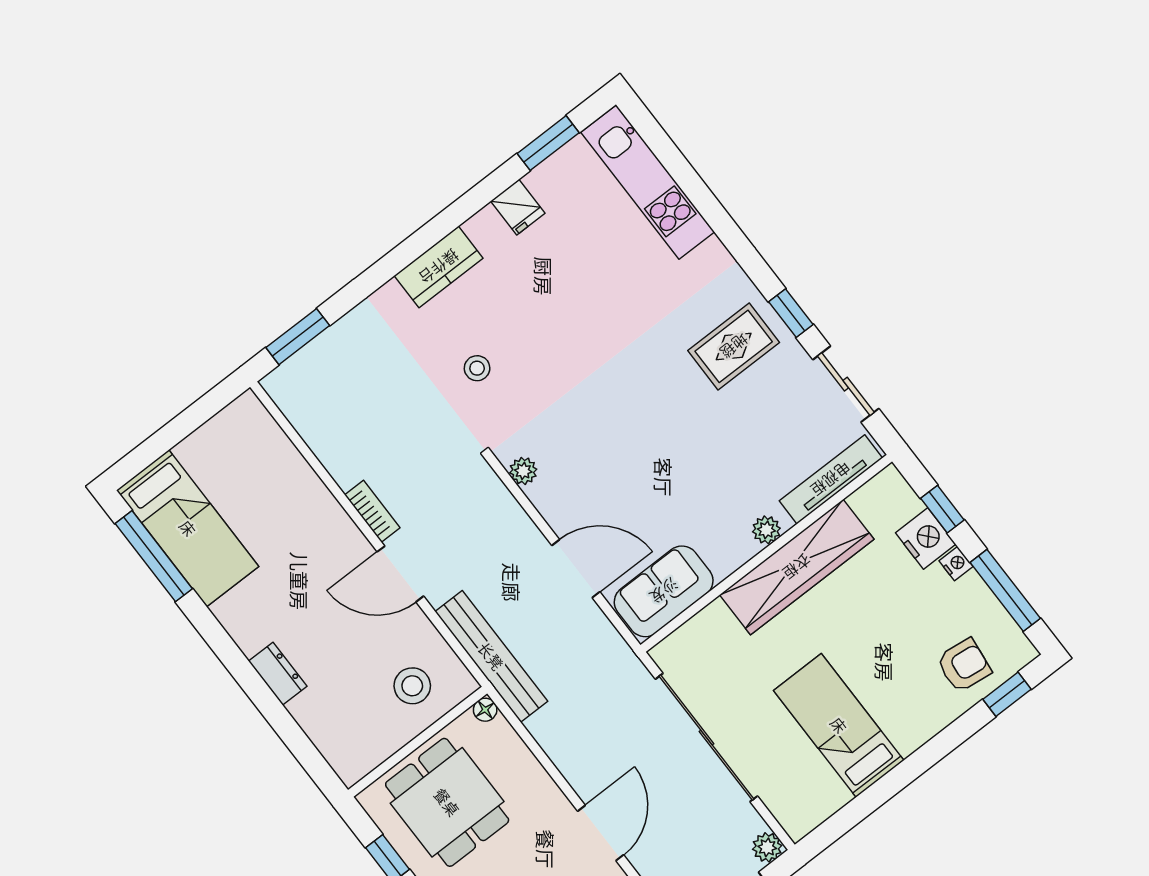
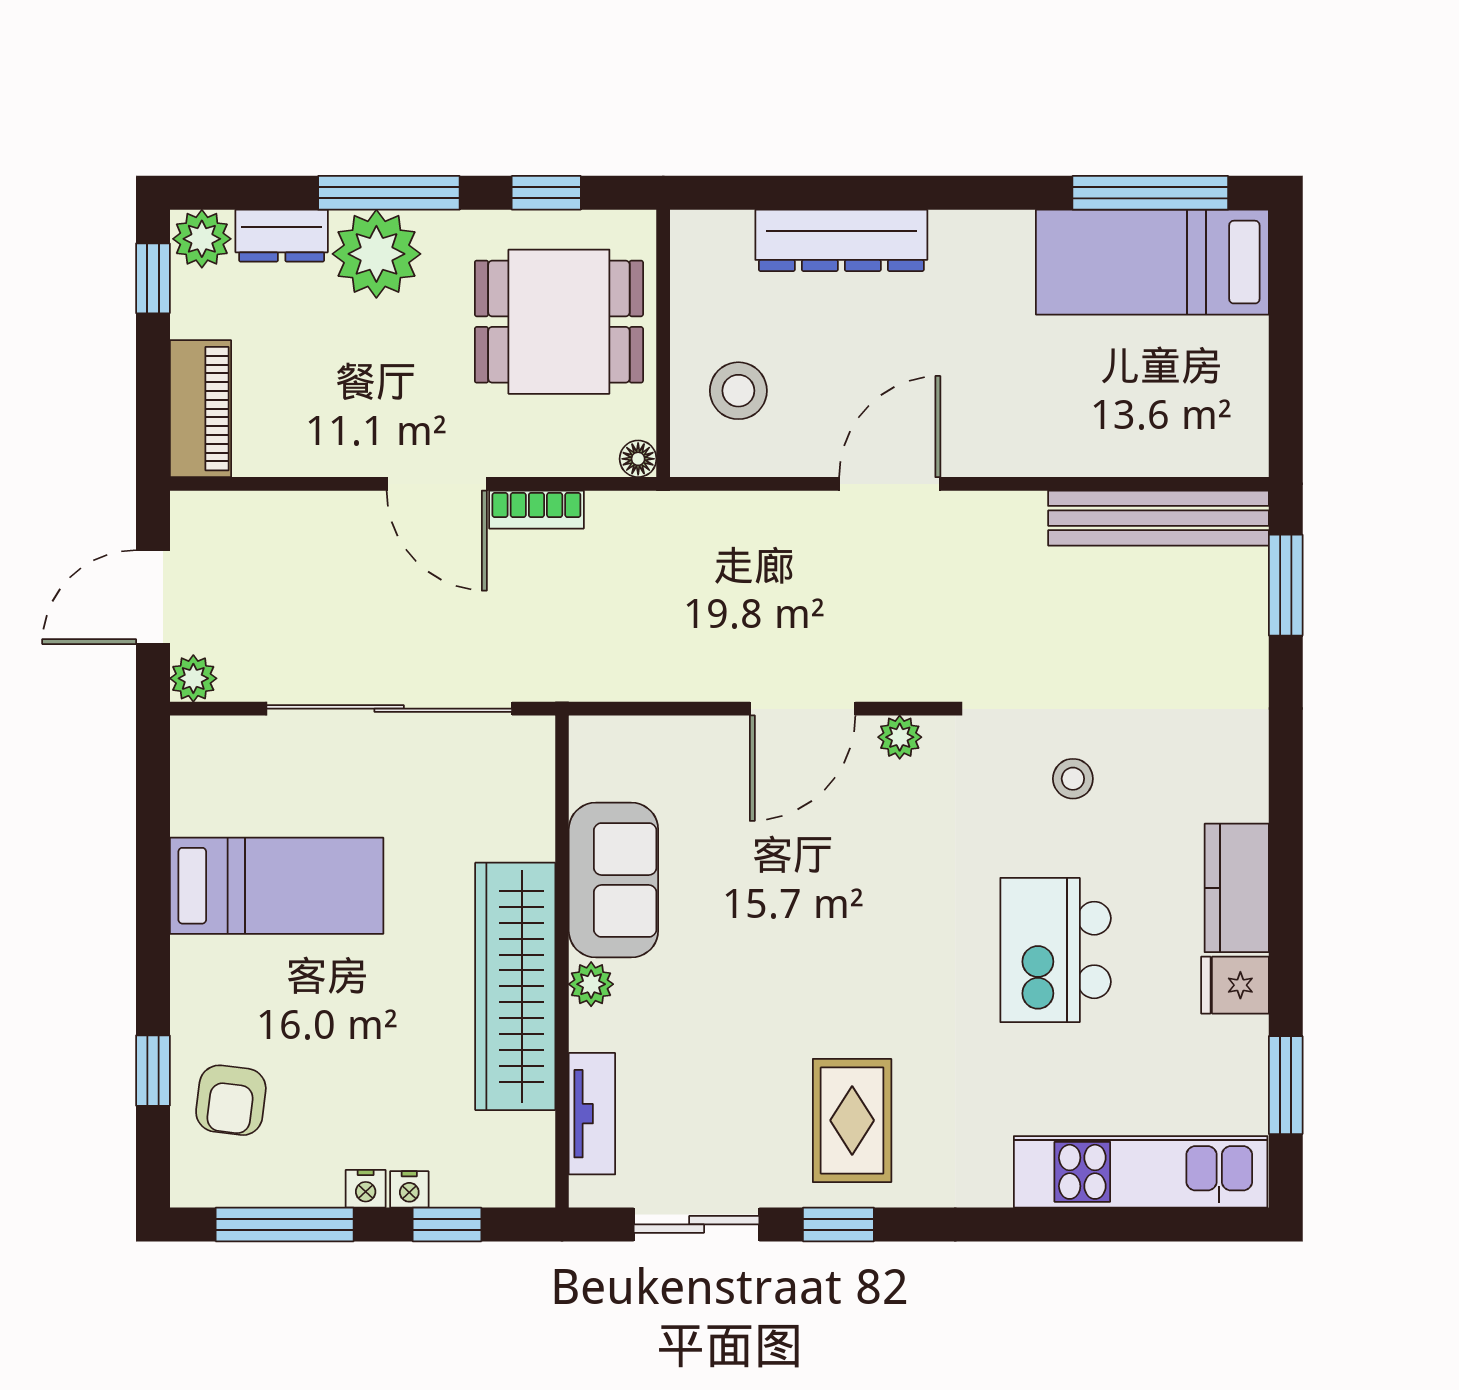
kitchen counter: (439, 267) -> (1237, 888), moved
kitchen island: (570, 311) -> (1056, 950), added
tv unit: (831, 479) -> (592, 1114), width x0.71
bookcase: (372, 511) -> (536, 510), moved
nightstand: (926, 539) -> (409, 1189), width x0.53, depth x0.56
door: (576, 569) -> (803, 709), moved
sofa: (664, 591) -> (613, 880), moved
bench: (491, 656) -> (1158, 518), moved
dresser: (278, 674) -> (841, 240), width x1.96, depth x1.24
window: (1007, 694) -> (153, 1071), moved
door: (601, 833) -> (437, 484), moved

